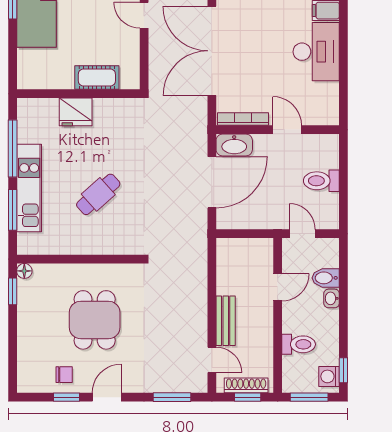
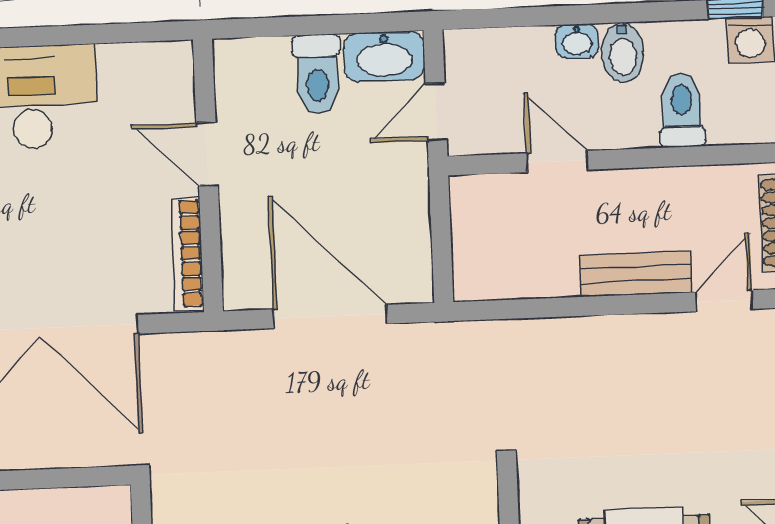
door: (287, 130) -> (207, 154), hinge flipped
washbasin: (234, 145) -> (384, 56), moved, turned 90
bidet: (326, 278) -> (623, 52), moved

